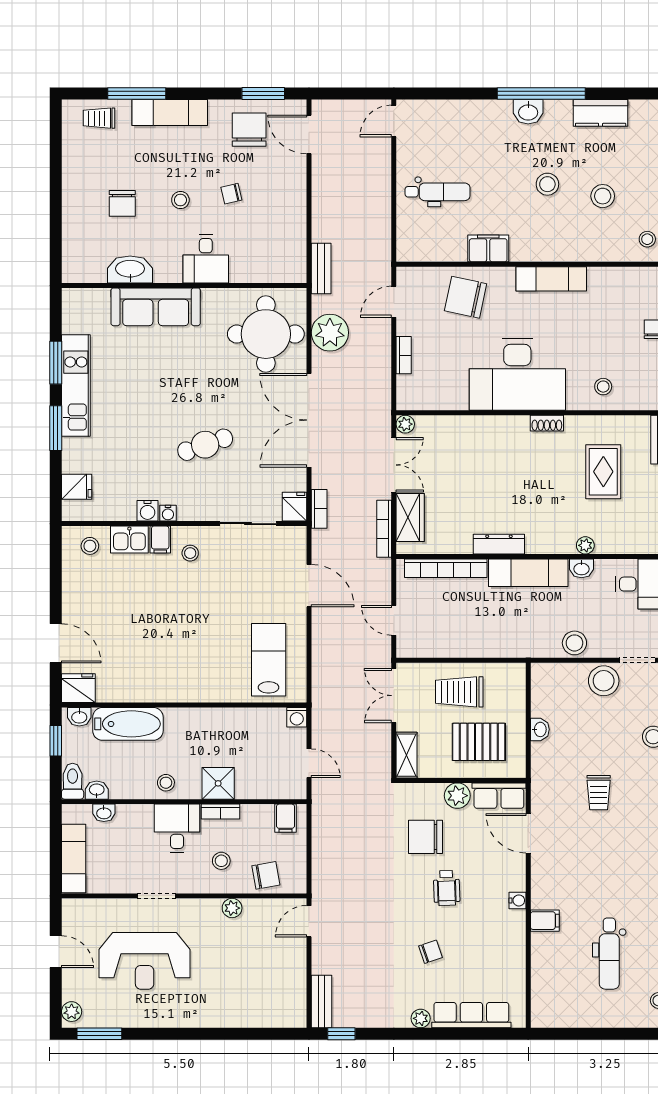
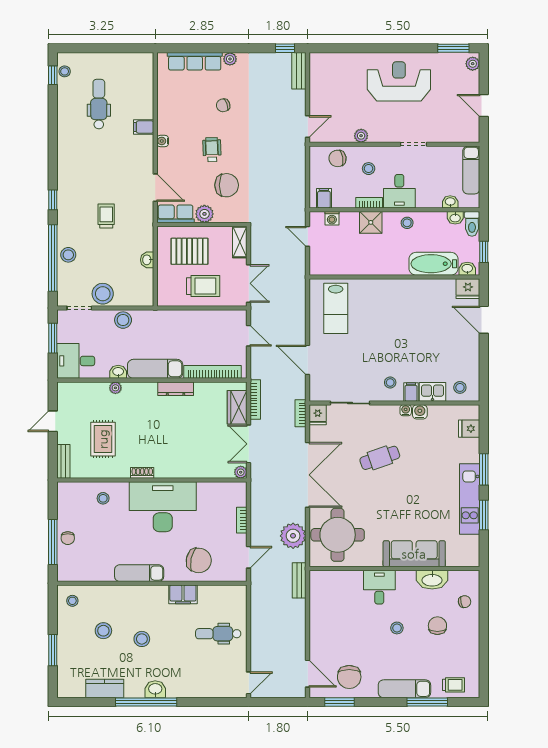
chair: (231, 194) -> (465, 602), moved
washing machine: (297, 717) -> (332, 218), moved, turned 180
reception desk: (145, 961) -> (399, 81), moved

